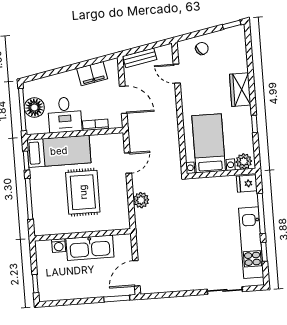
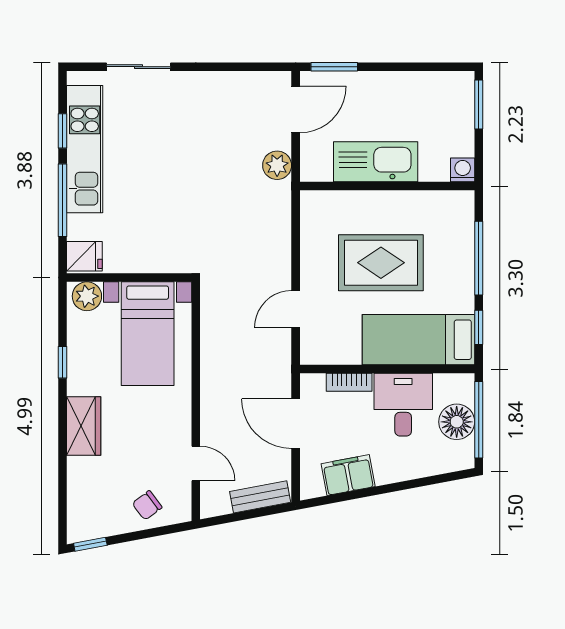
rug: (83, 192) -> (381, 263), turned 90
plant: (141, 200) -> (277, 165), moved
washing machine: (59, 246) -> (463, 170), moved
window: (35, 284) -> (479, 104), width x1.50

